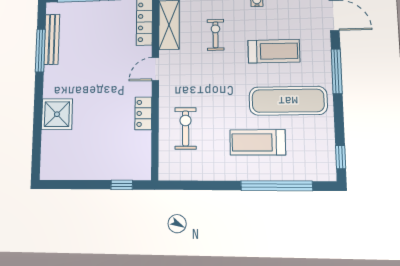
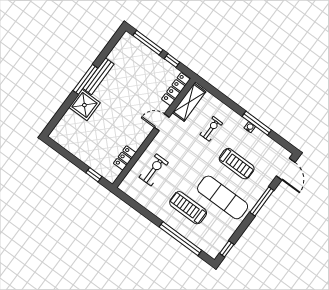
bench: (52, 39) -> (98, 76), moved
window: (40, 51) -> (85, 79), moved
locker: (143, 113) -> (125, 158), moved

